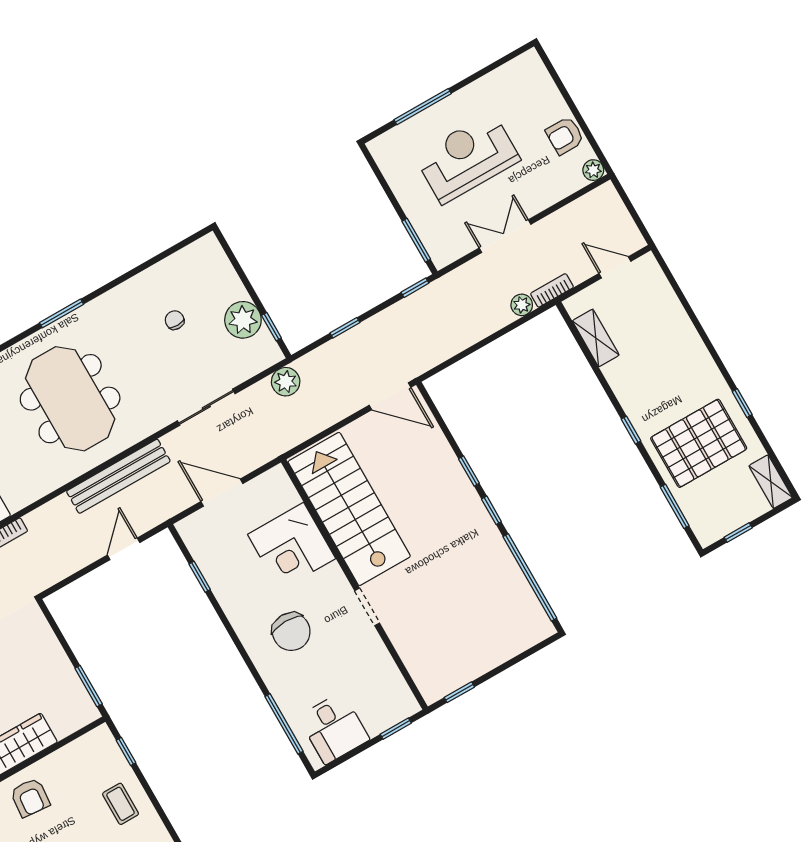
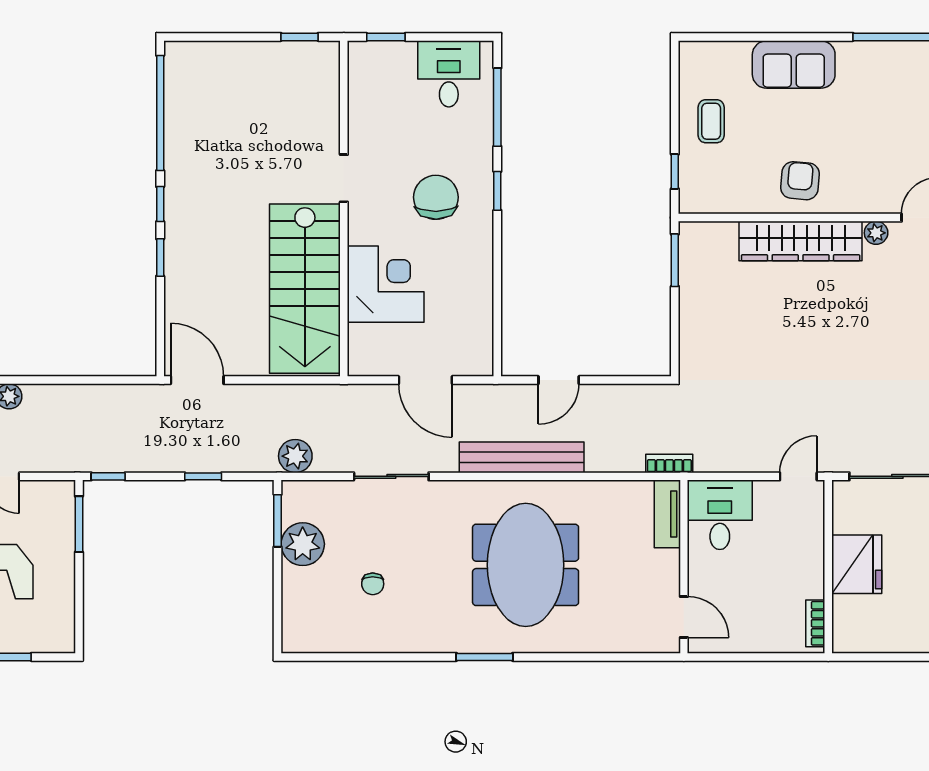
window: (271, 327) -> (278, 521), width x1.50
window: (200, 577) -> (497, 191), moved

